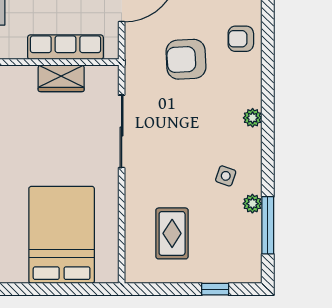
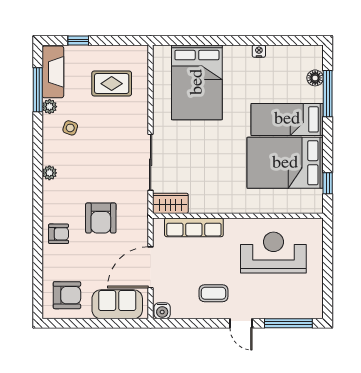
armchair: (186, 59) -> (101, 218), turned 93
wardrobe: (61, 78) -> (170, 203), moved
rug: (172, 233) -> (112, 84), turned 90
fireplace: (248, 248) -> (53, 72), added

